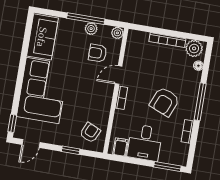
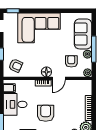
sofa: (42, 37) -> (83, 34), moved, turned 90
door: (118, 75) -> (59, 78), swing flipped
floor lamp: (106, 91) -> (46, 72), added
armchair: (164, 102) -> (46, 113), turned 68

